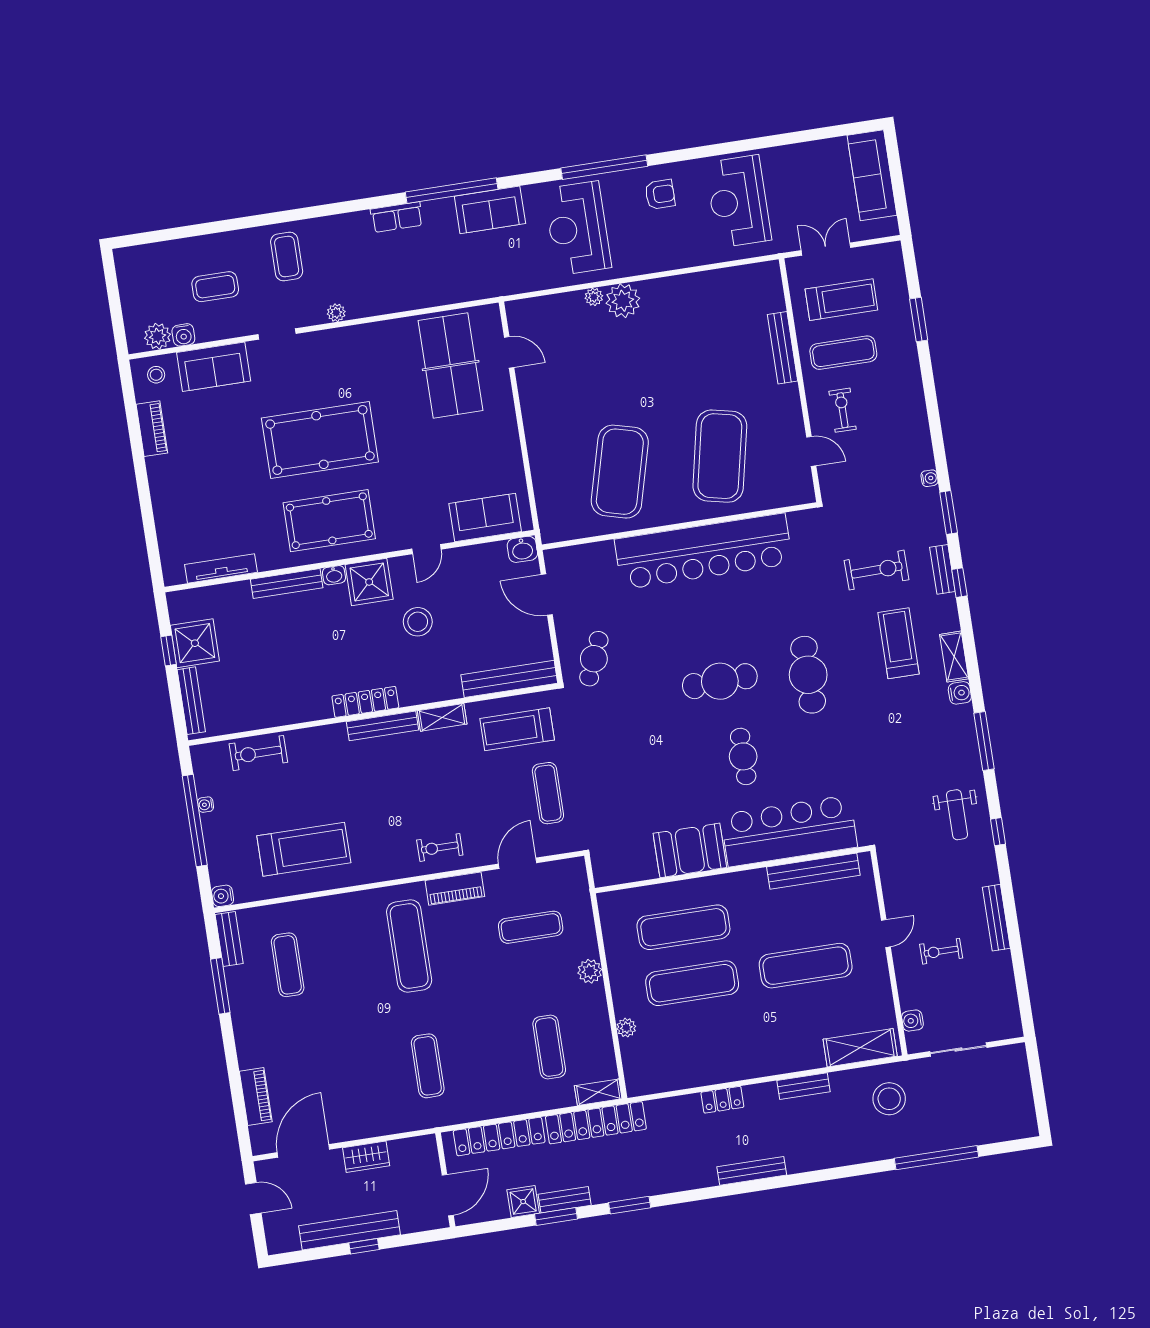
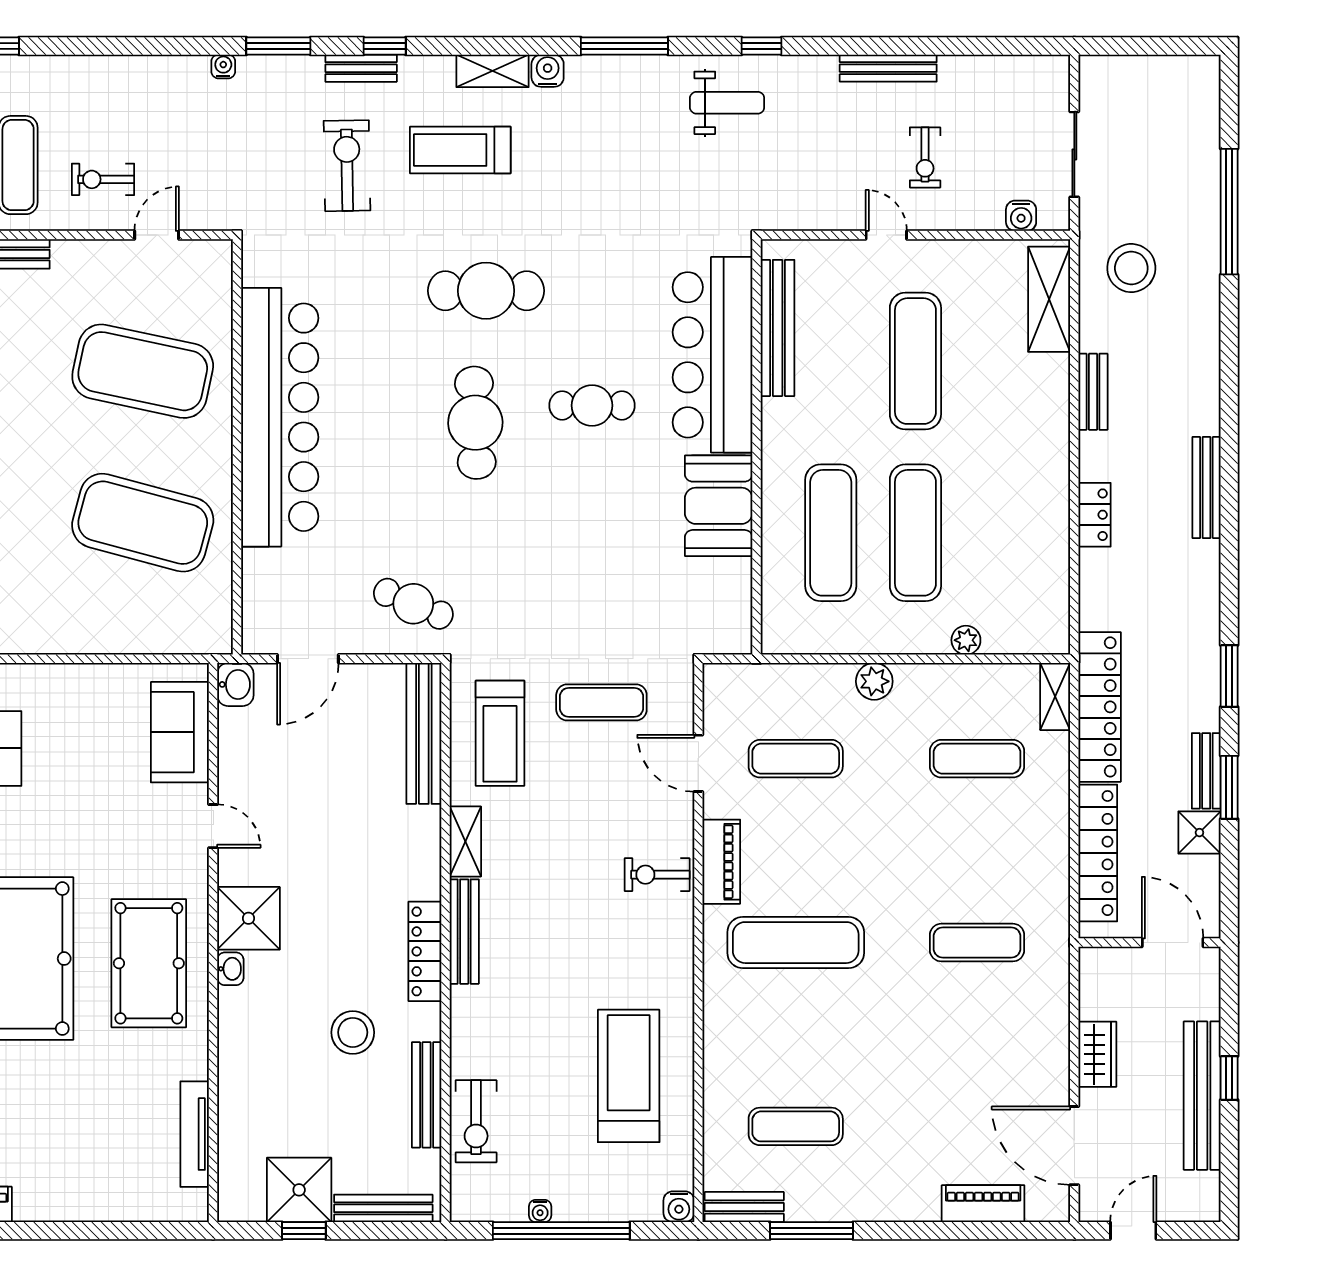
bench: (287, 583) -> (427, 1095), moved
stool: (418, 622) -> (353, 1032), moved
exercise bike: (440, 847) -> (657, 875), turned 90
exercise mat: (531, 927) -> (796, 759), turned 90

